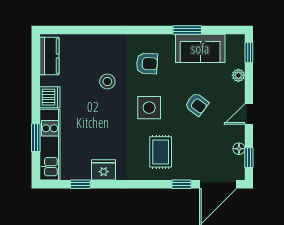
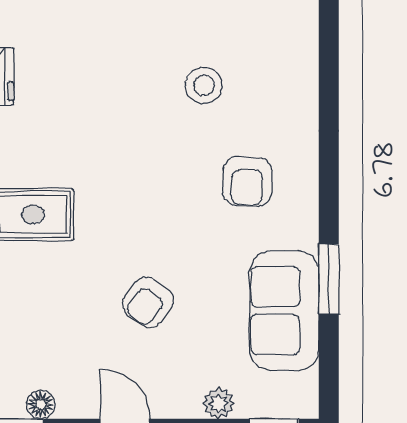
side table: (149, 108) -> (140, 187), removed

